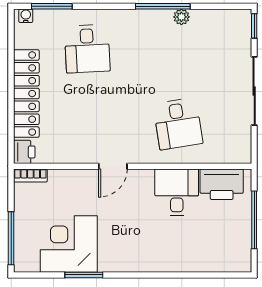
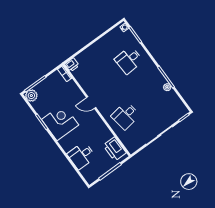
locker: (26, 94) -> (95, 49), removed
desk: (177, 192) -> (81, 156), moved, turned 180
corner desk: (69, 244) -> (60, 122), moved
plant: (26, 260) -> (31, 96), added

